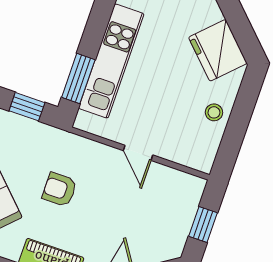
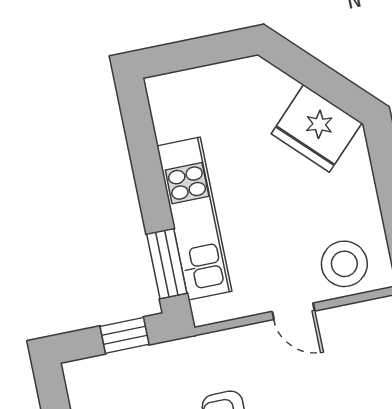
stool: (214, 112) -> (344, 264), moved, width x1.89, depth x1.89

